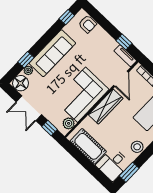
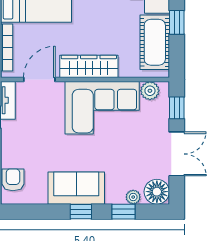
window: (67, 17) -> (81, 212), moved
sofa: (52, 53) -> (76, 188), width x0.73
window: (88, 165) -> (177, 22), added

